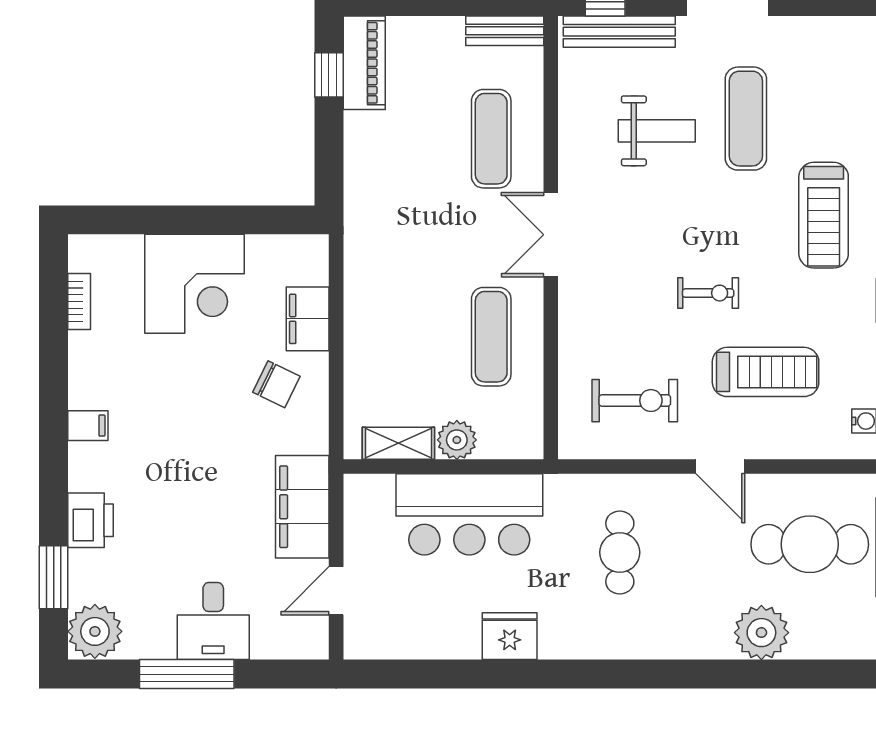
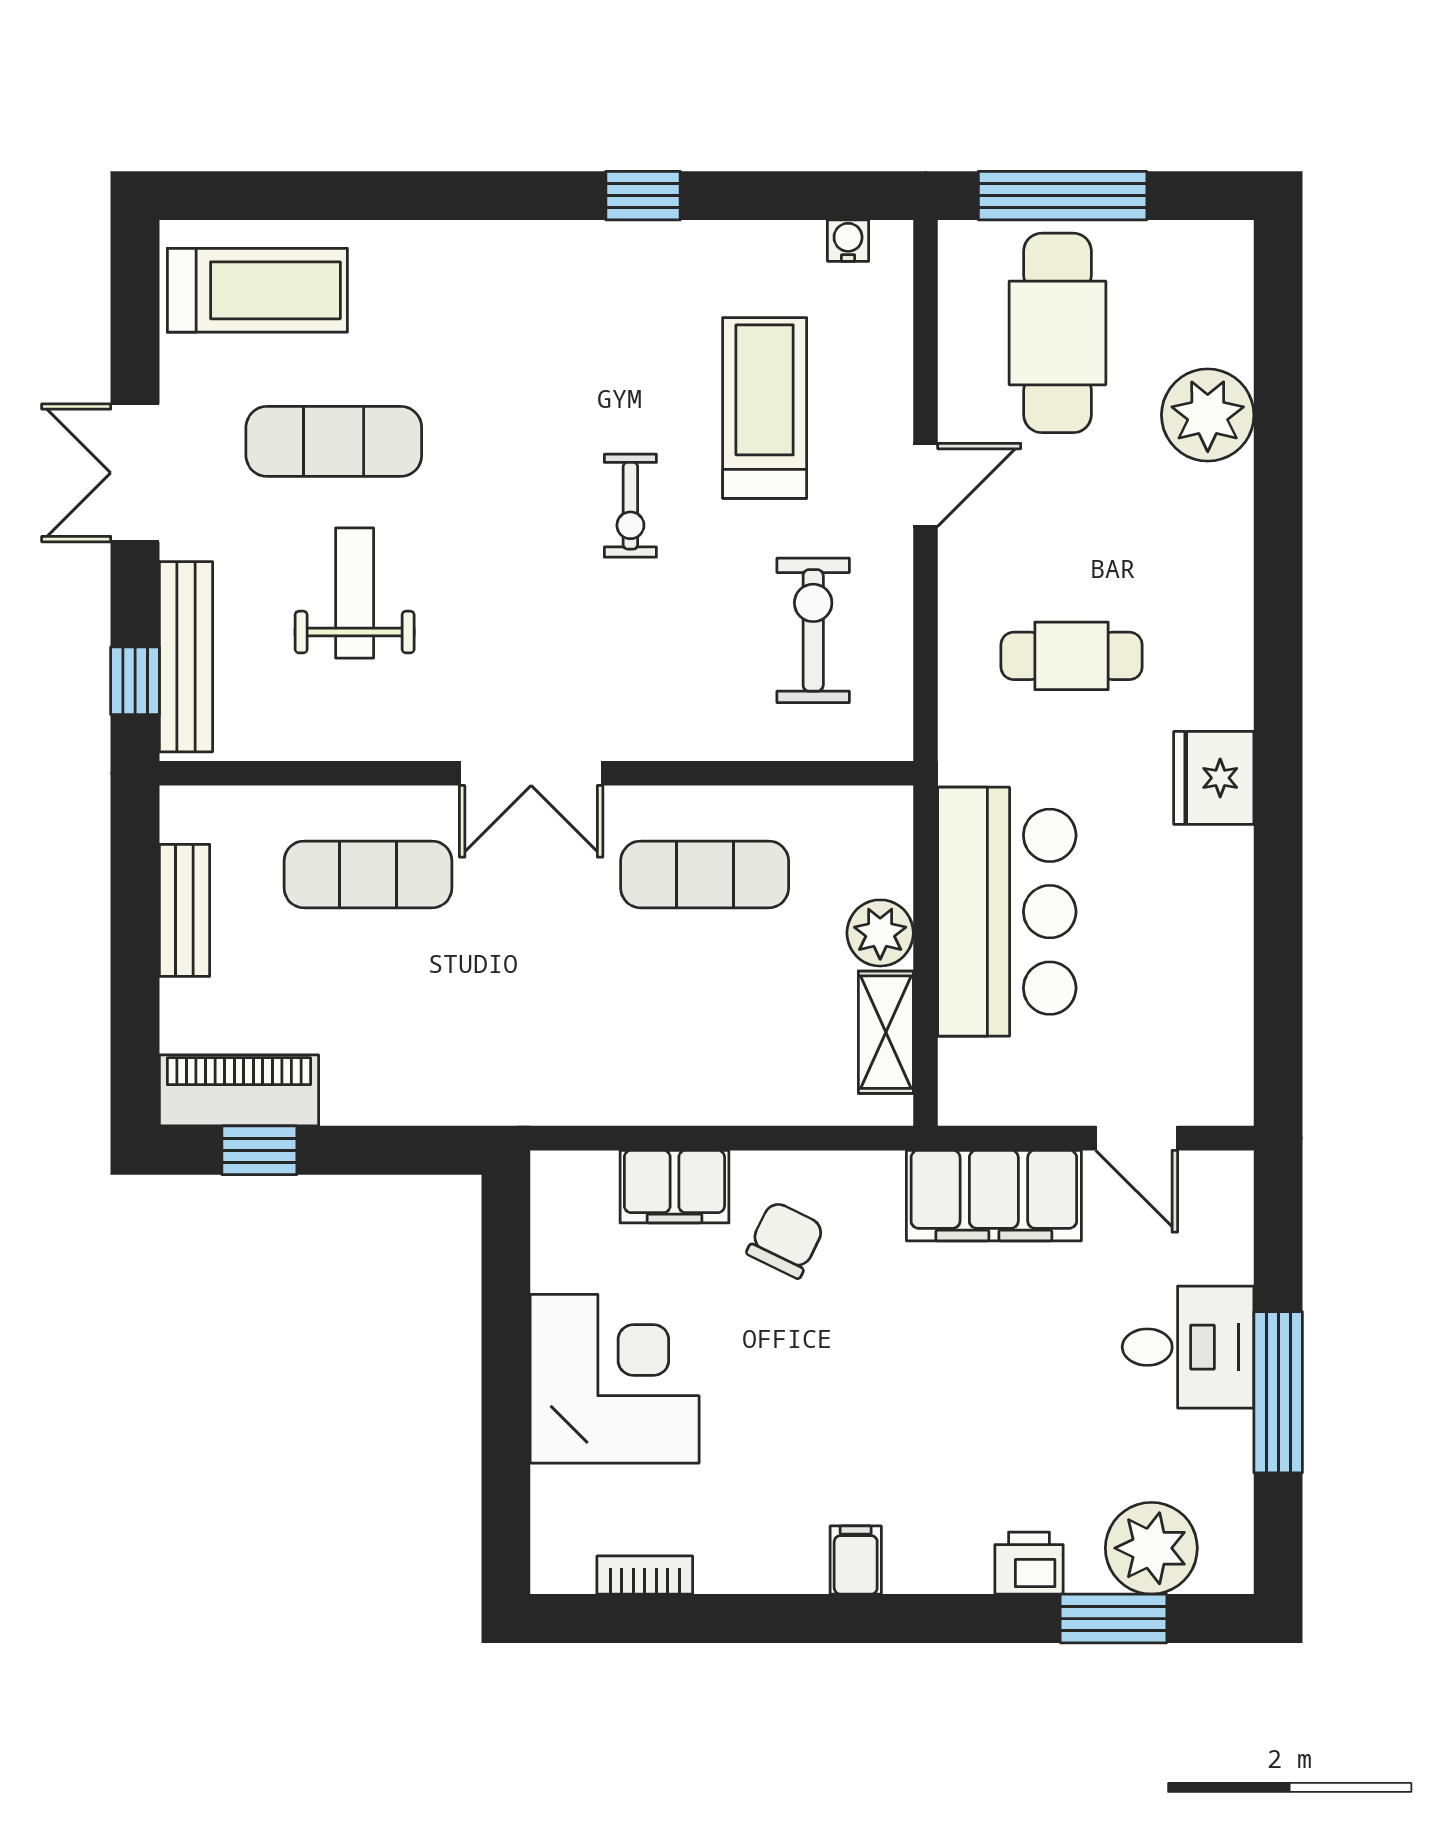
bench: (505, 31) -> (185, 910), moved
treadmill: (824, 215) -> (257, 290), moved
exercise bike: (708, 293) -> (630, 506), turned 180
printer: (90, 520) -> (1029, 1563), width x0.73, depth x0.81
plant: (95, 631) -> (1151, 1548), moved
fridge: (510, 636) -> (1214, 778), moved

